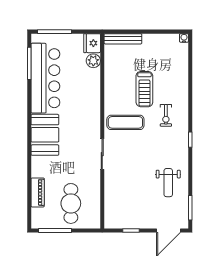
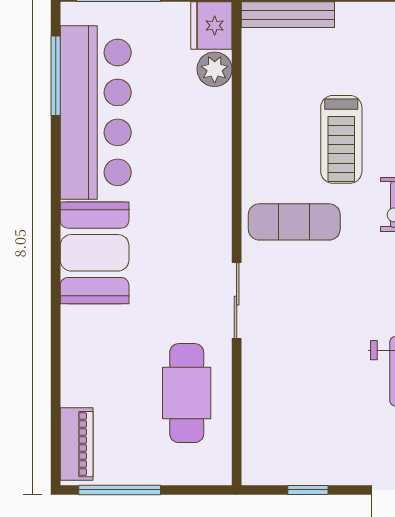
piano: (38, 192) -> (77, 444), moved
cafe table: (71, 203) -> (187, 393), moved

